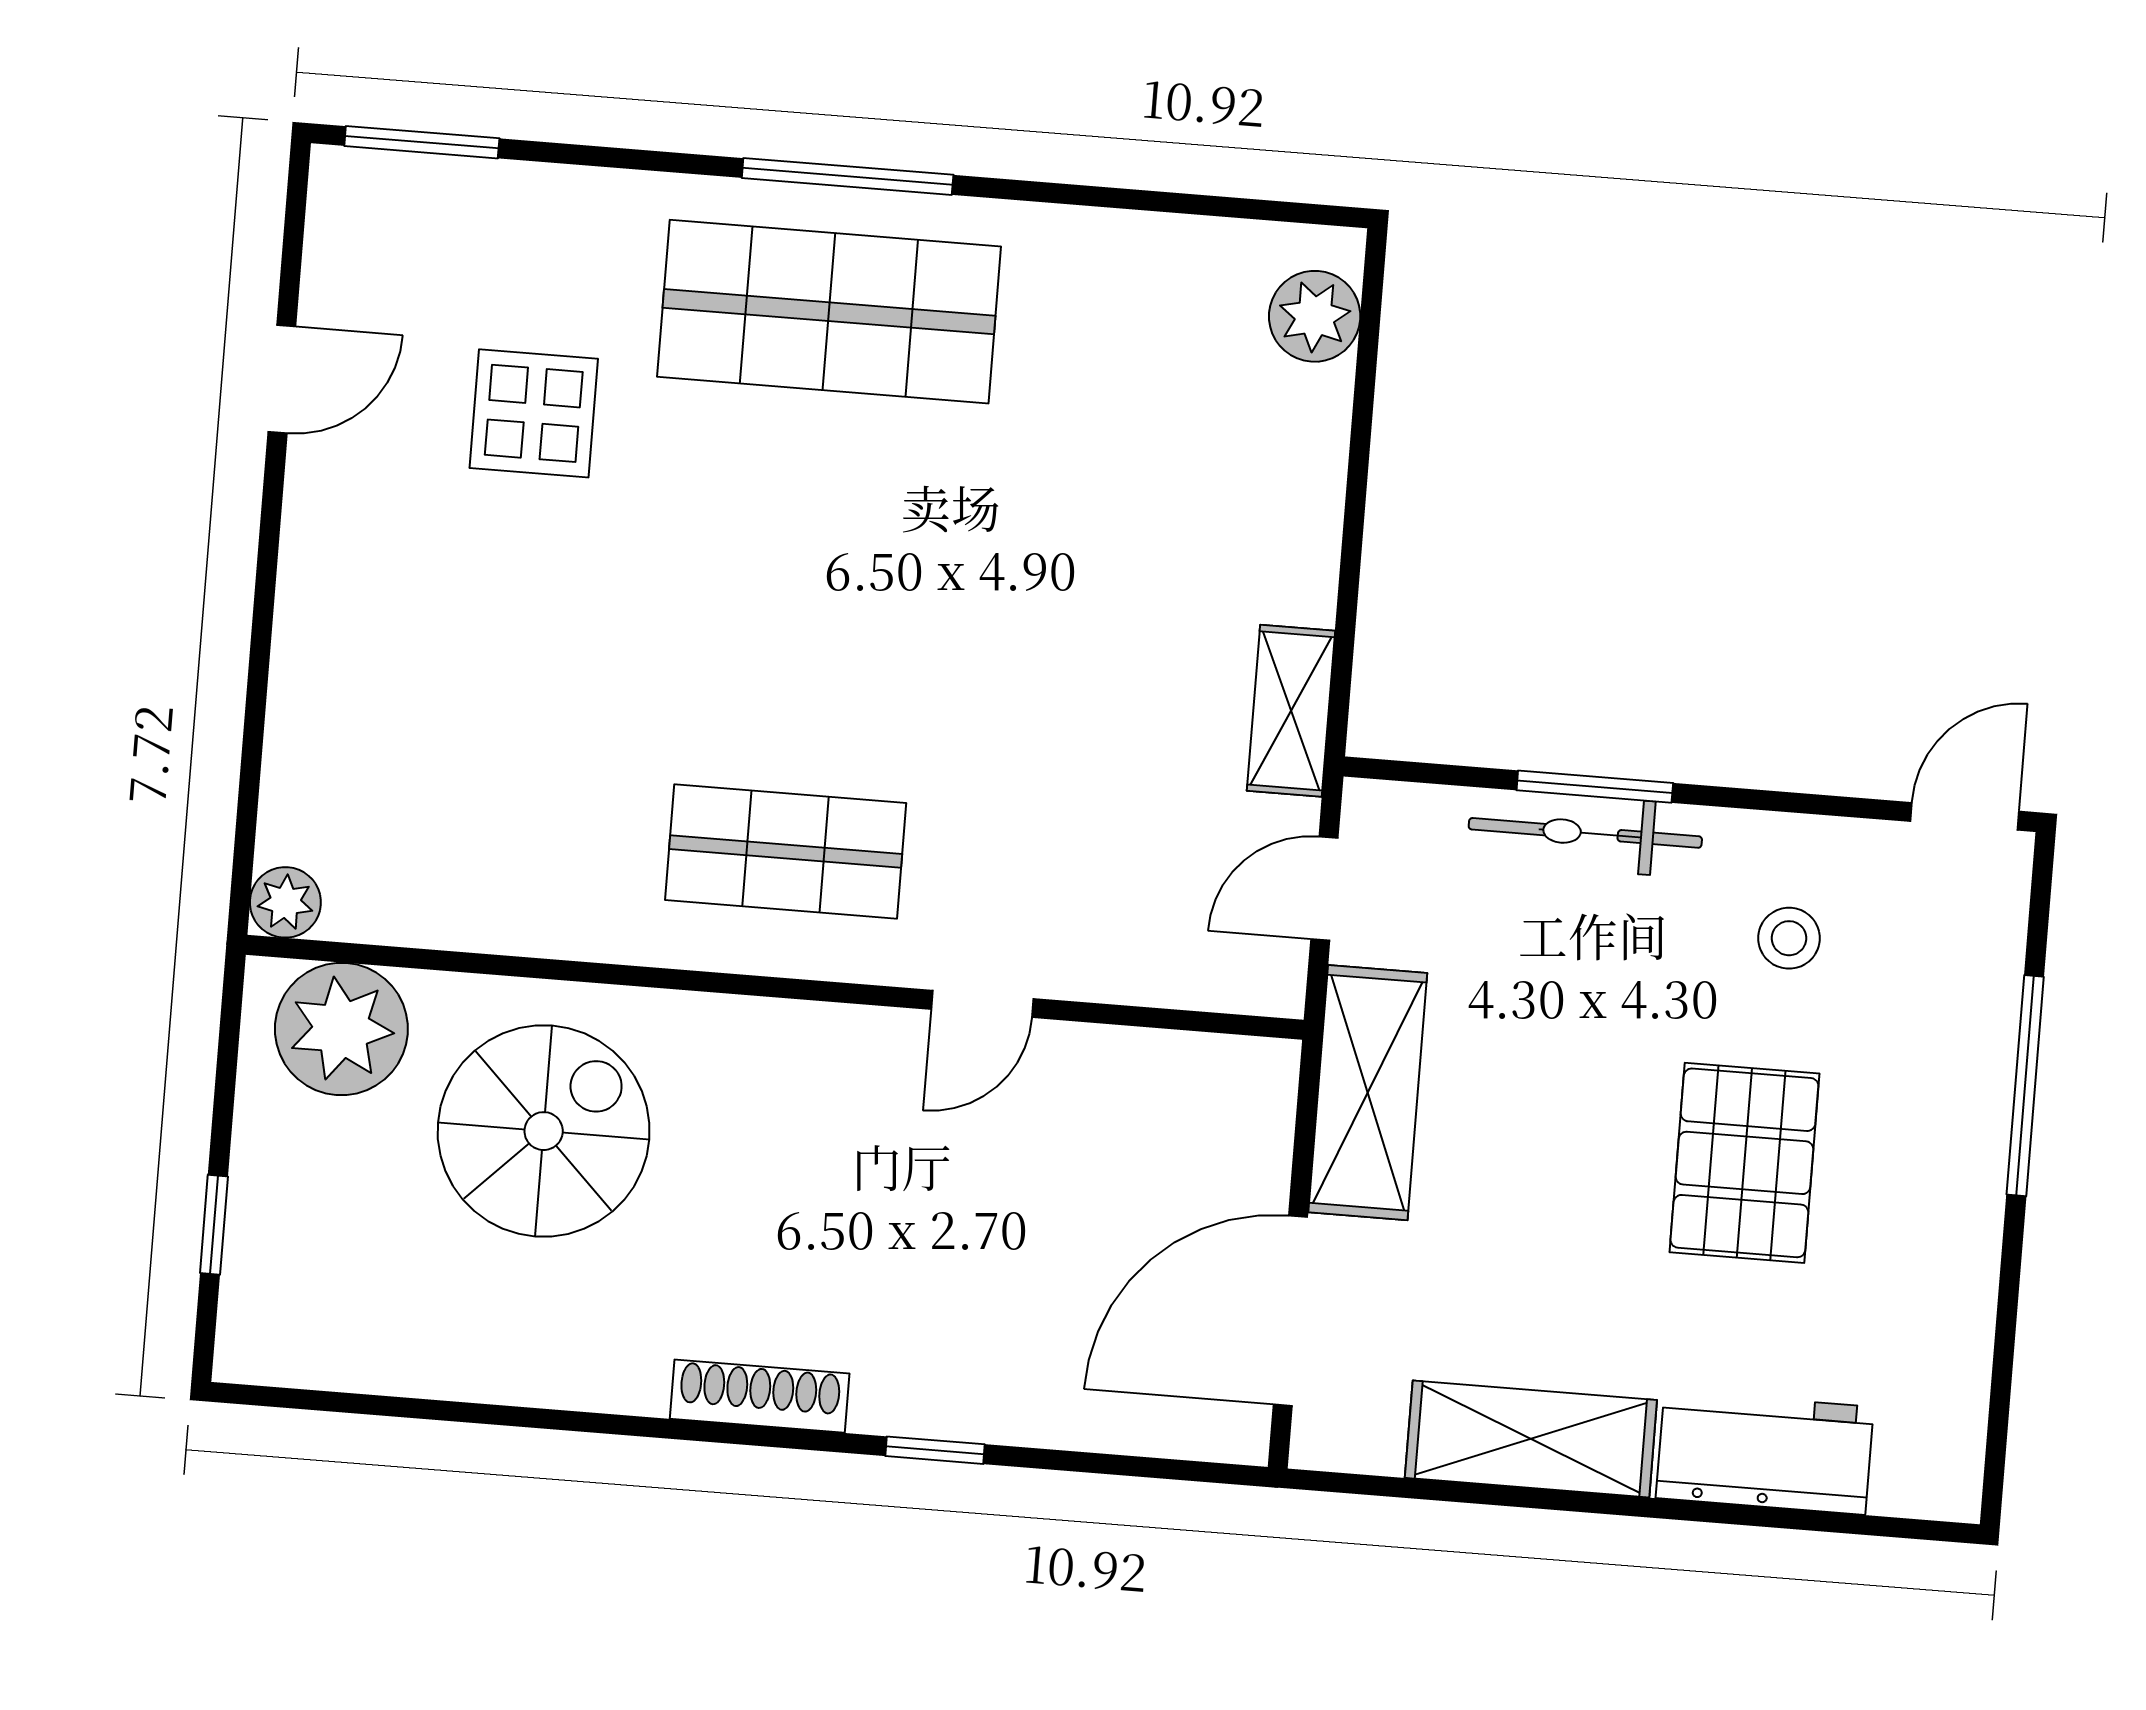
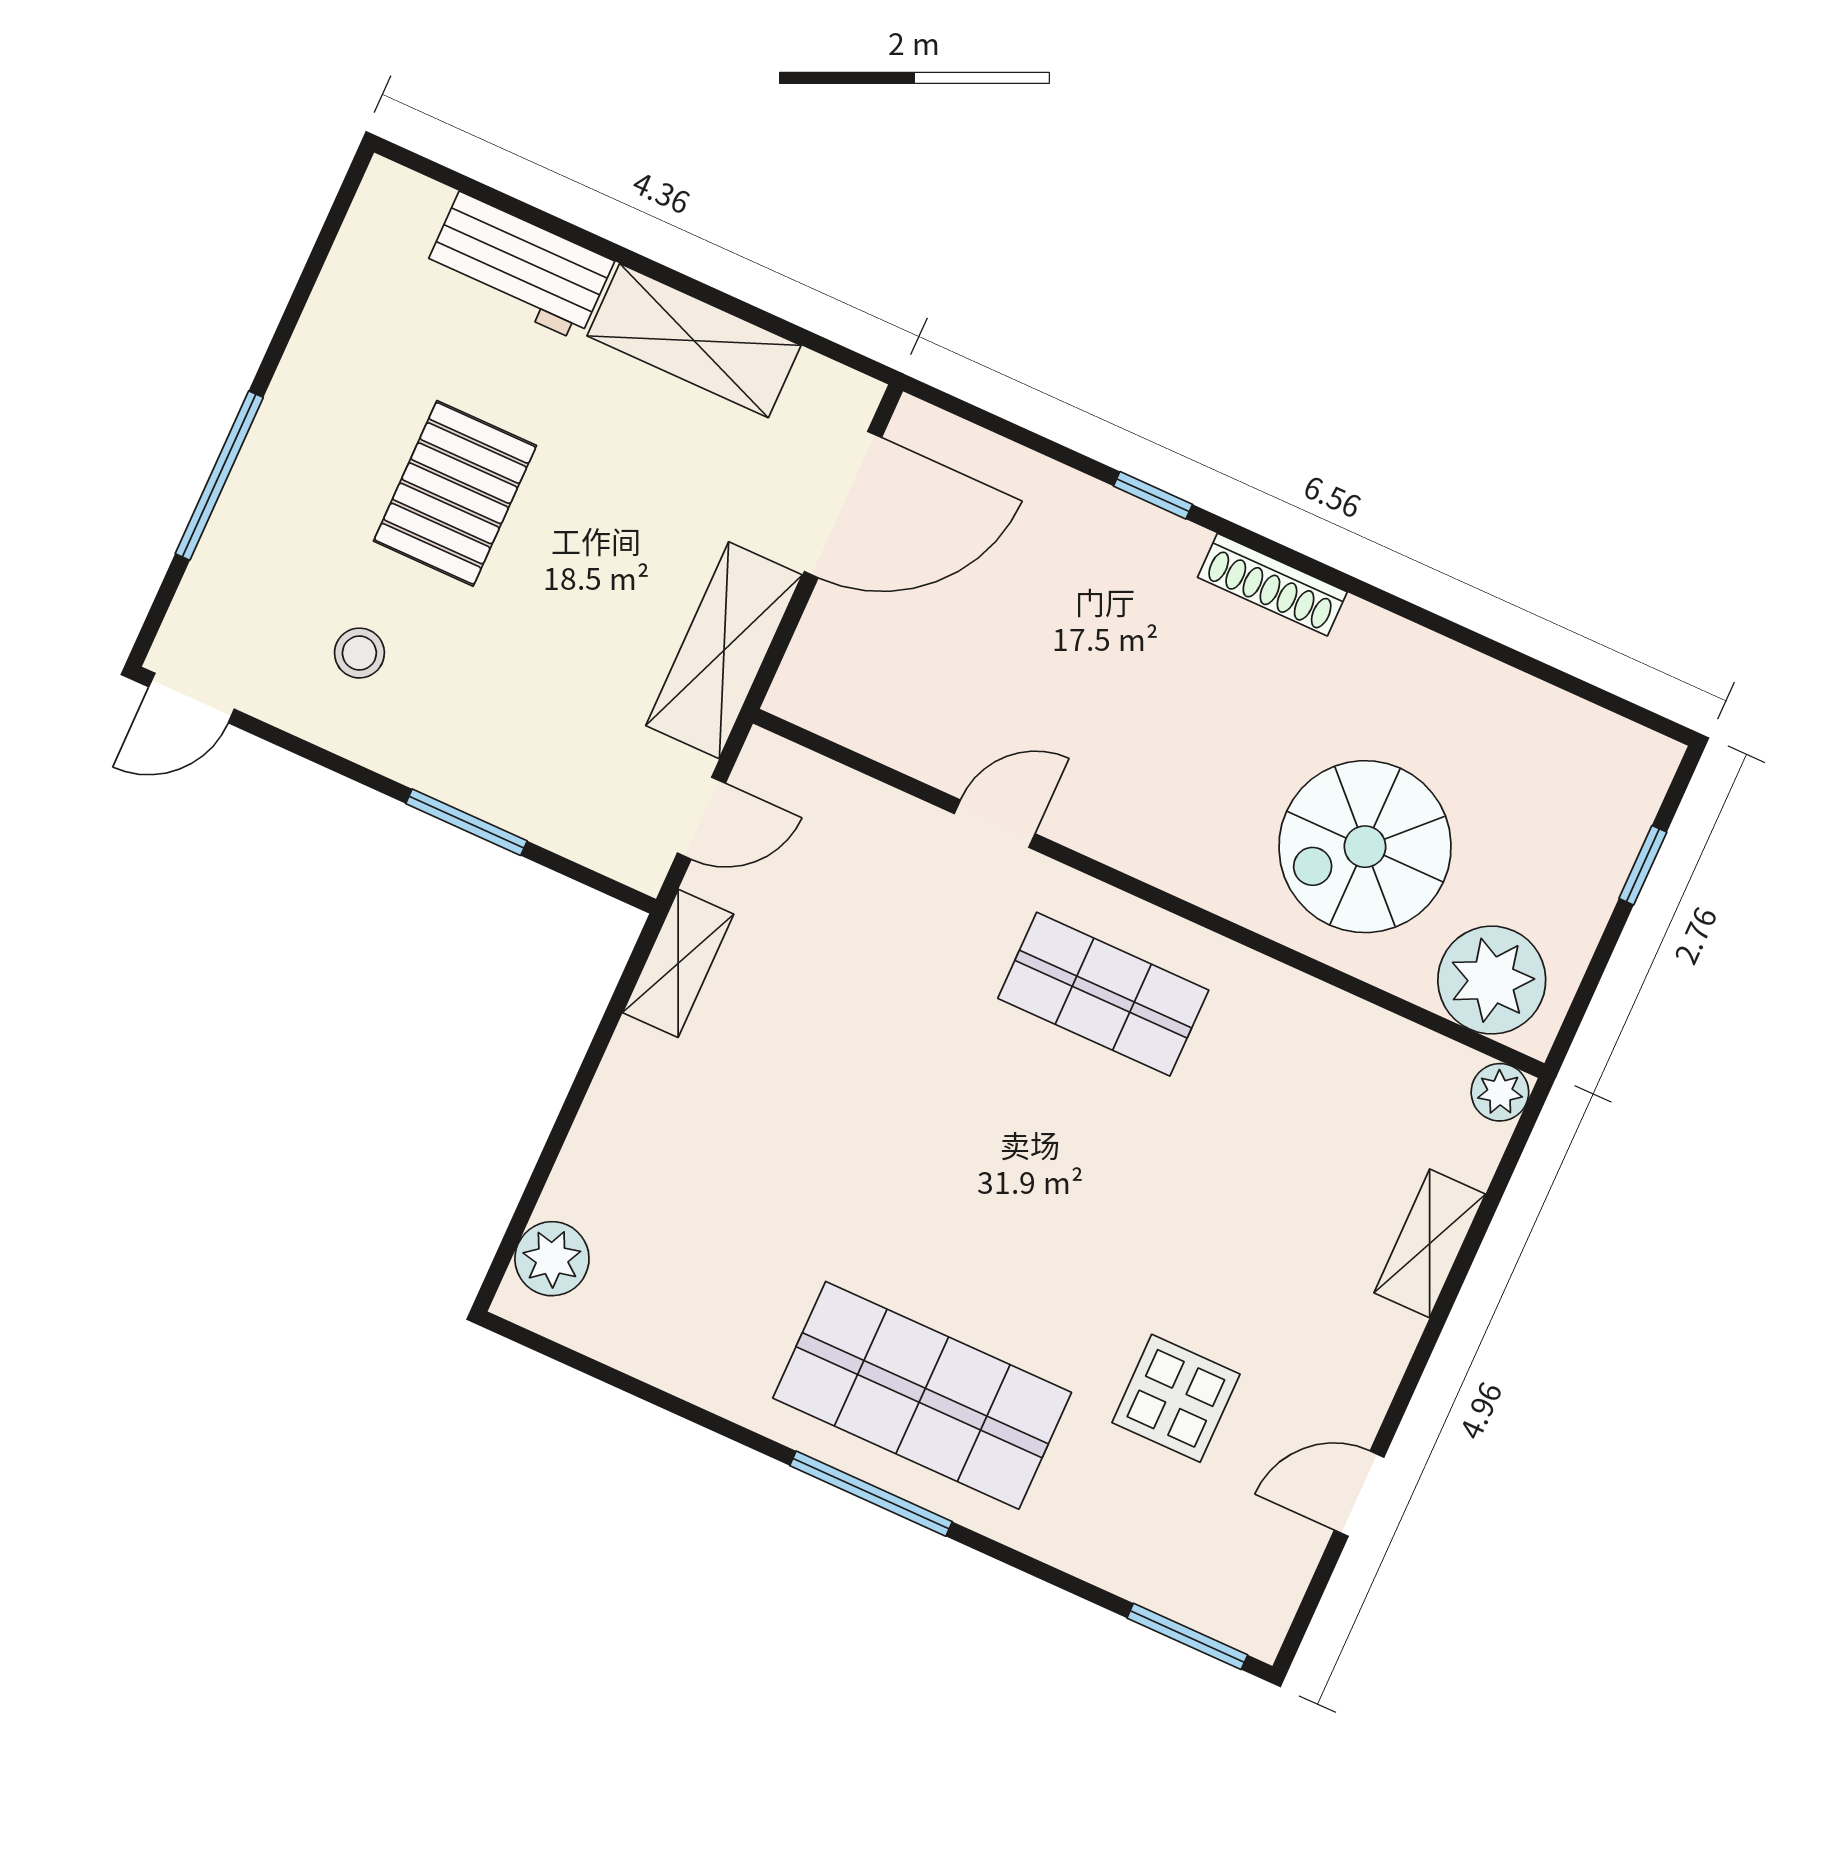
shelving: (304, 698) -> (1430, 1243), added
bicycle: (1585, 833) -> (486, 789), removed

